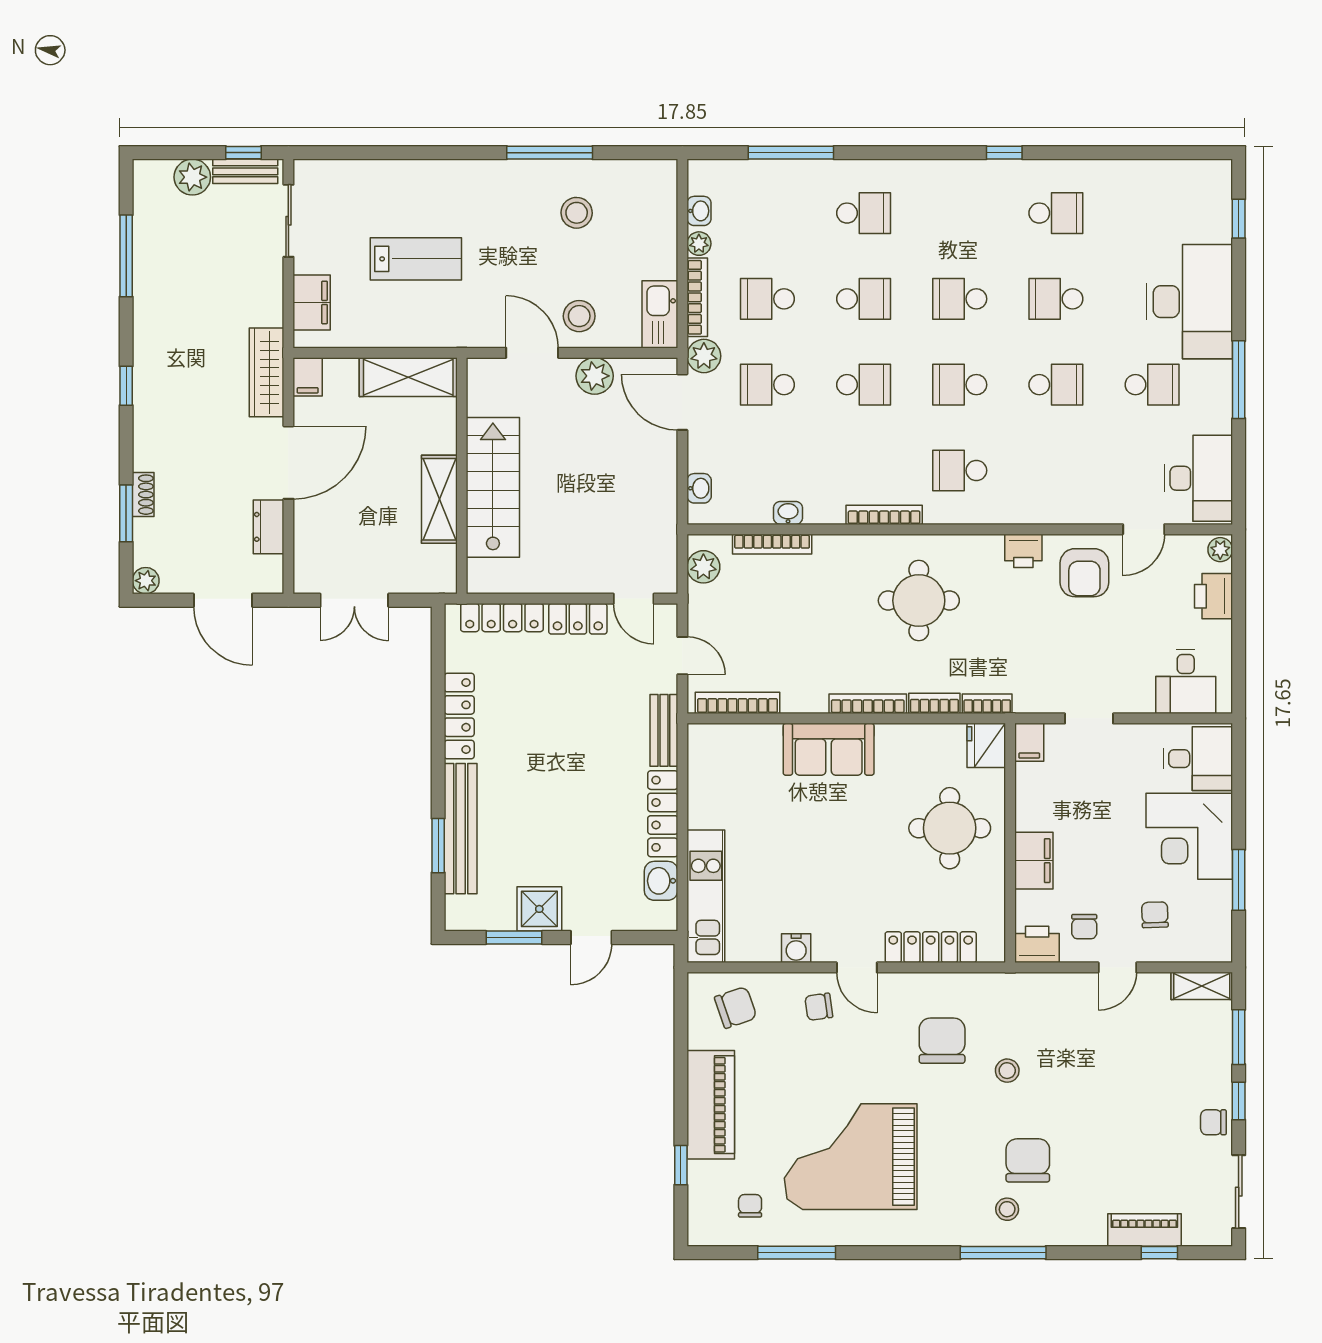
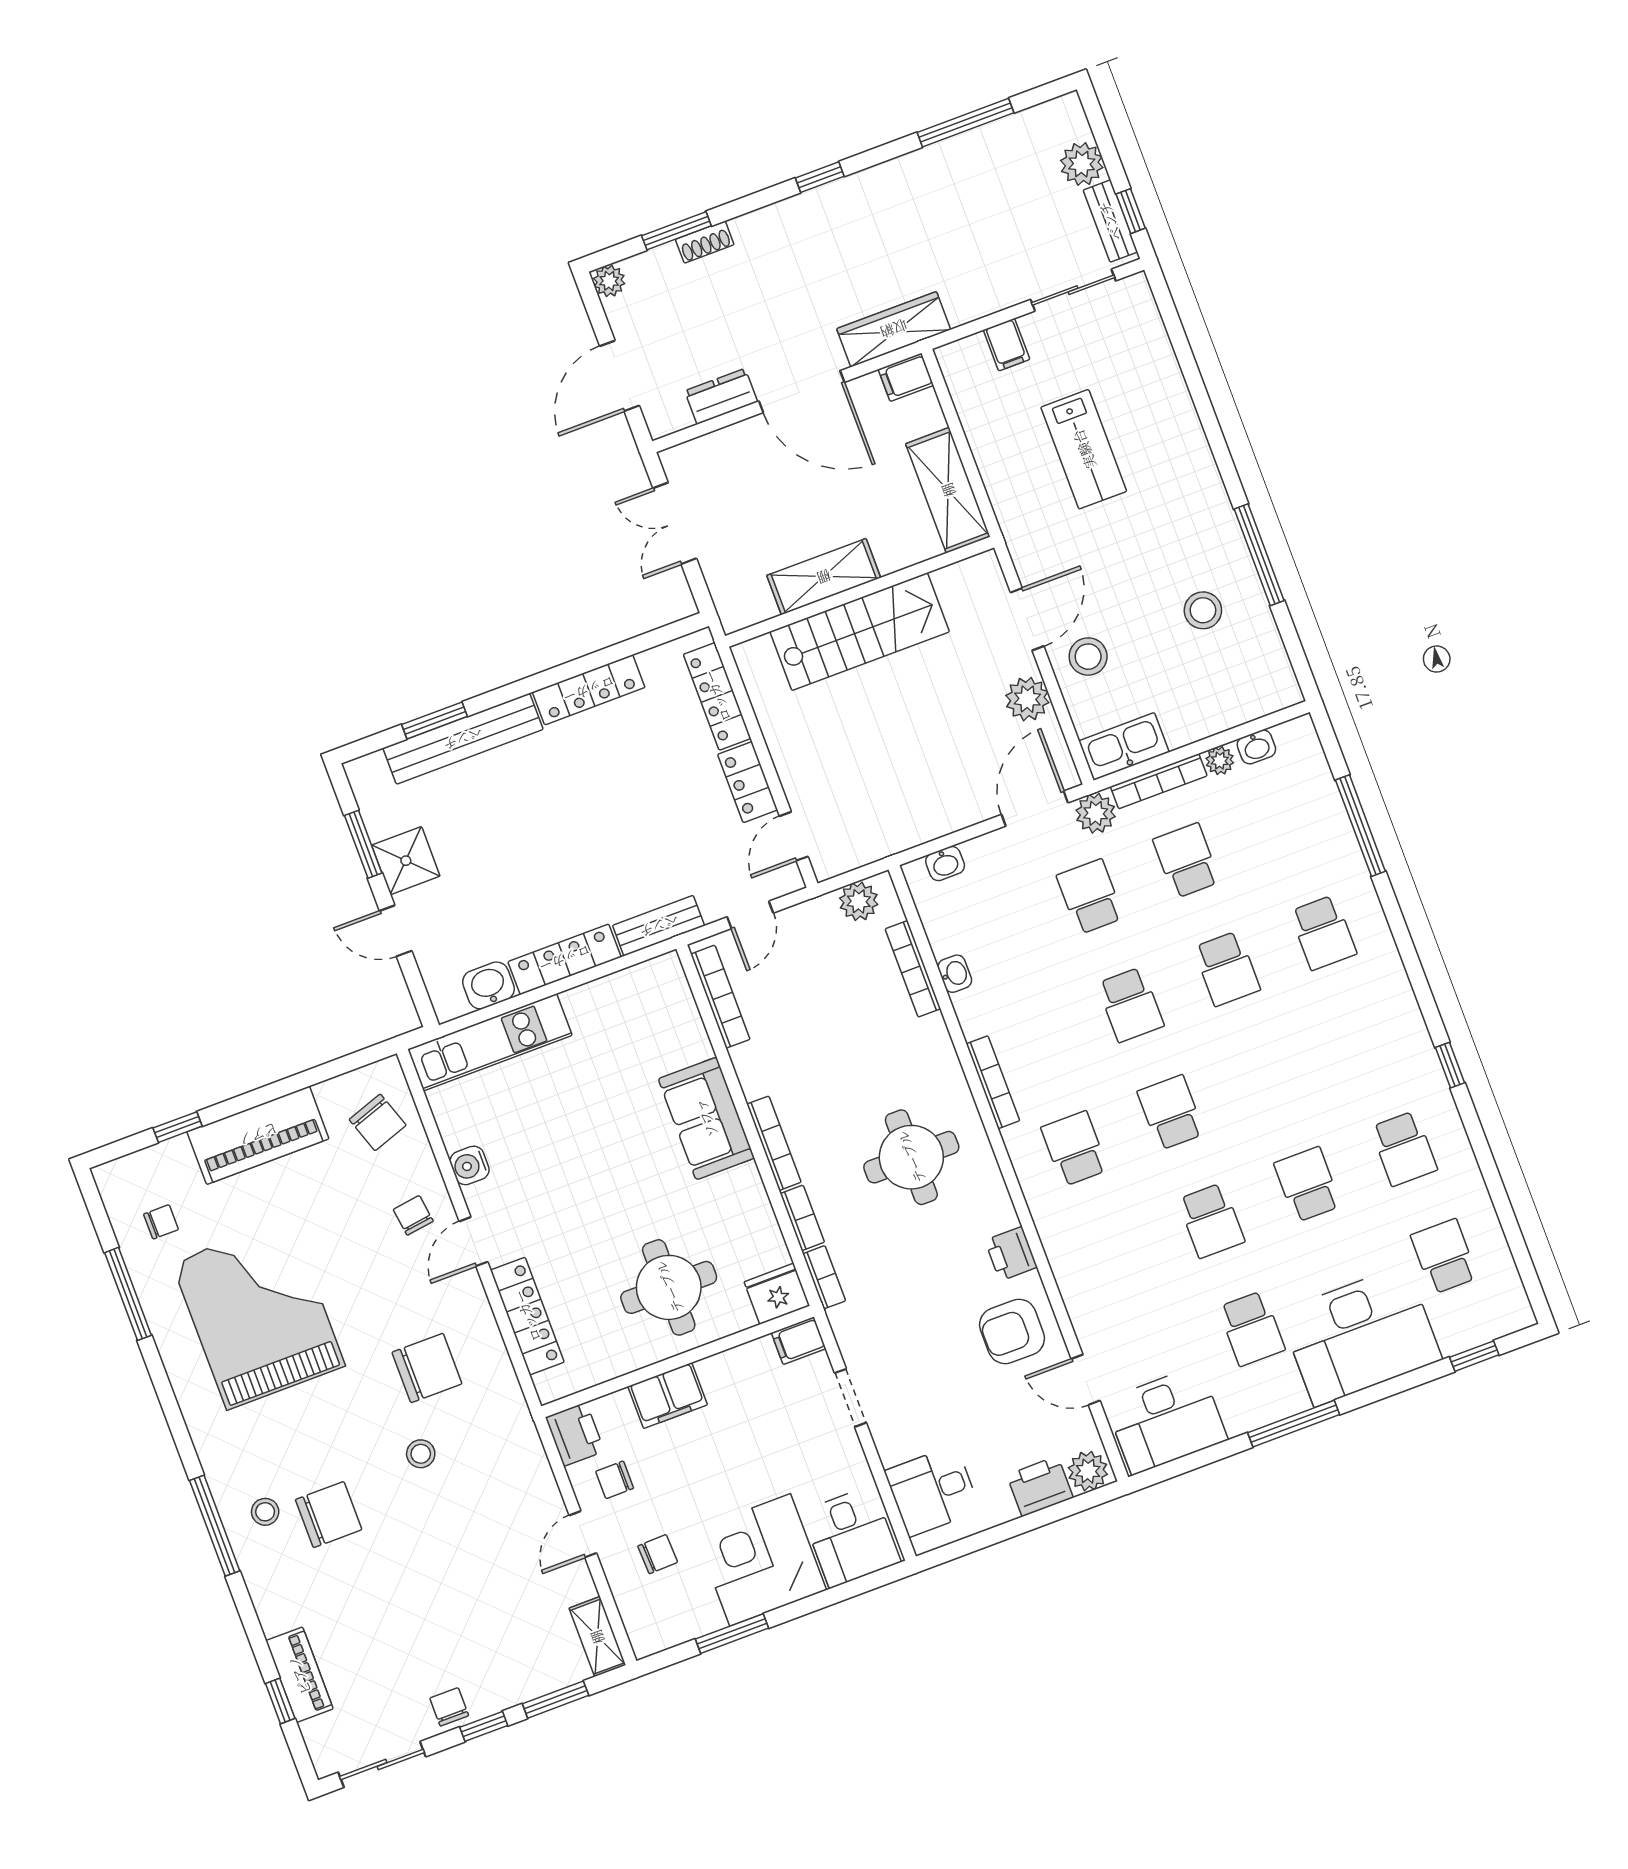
school desk: (960, 299) -> (1444, 1256), moved
filing cabinet: (312, 302) -> (1007, 345), width x0.50
plant: (1220, 550) -> (1088, 1471), width x1.38, depth x1.38
door: (1117, 967) -> (583, 1534), hinge flipped

